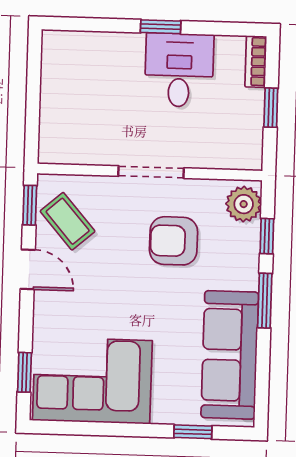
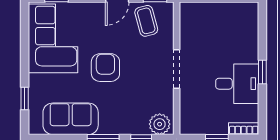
coffee table: (68, 221) -> (146, 21), turned -64
armchair: (174, 241) -> (105, 68), moved
sofa: (230, 355) -> (71, 119), width x0.73

